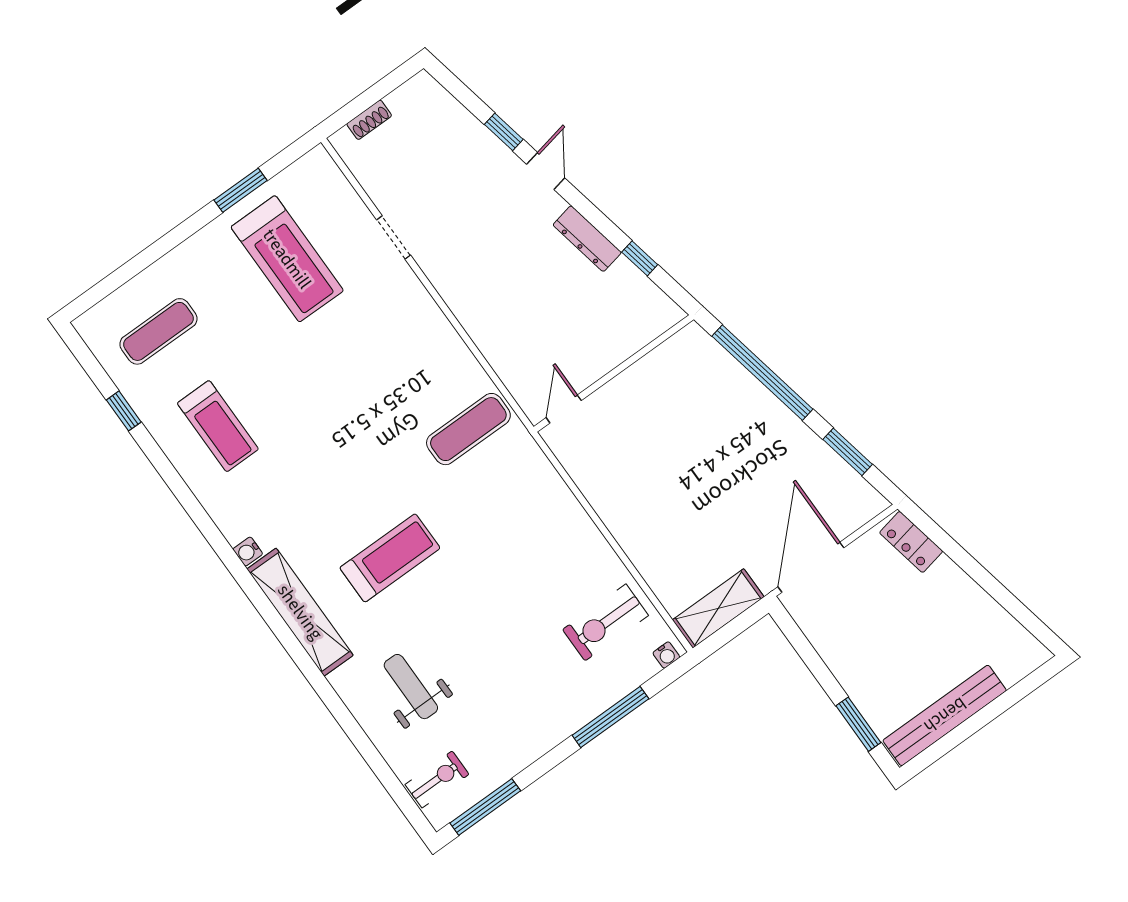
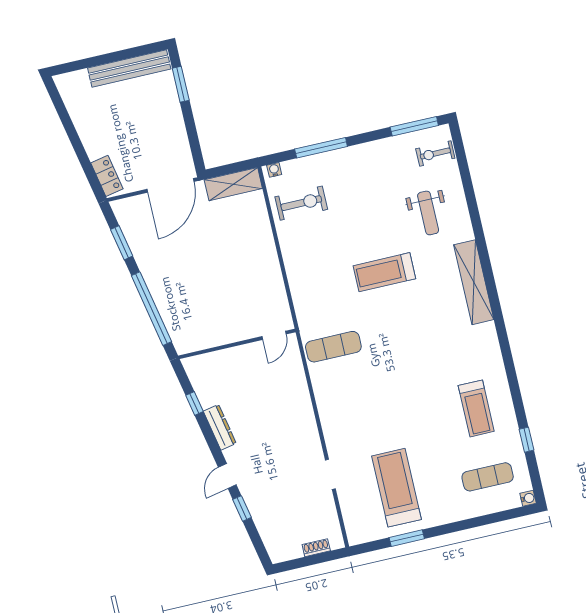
treadmill: (218, 426) -> (476, 408), turned 180
water cooler: (248, 552) -> (528, 498), moved
treadmill: (390, 558) -> (384, 272), moved

